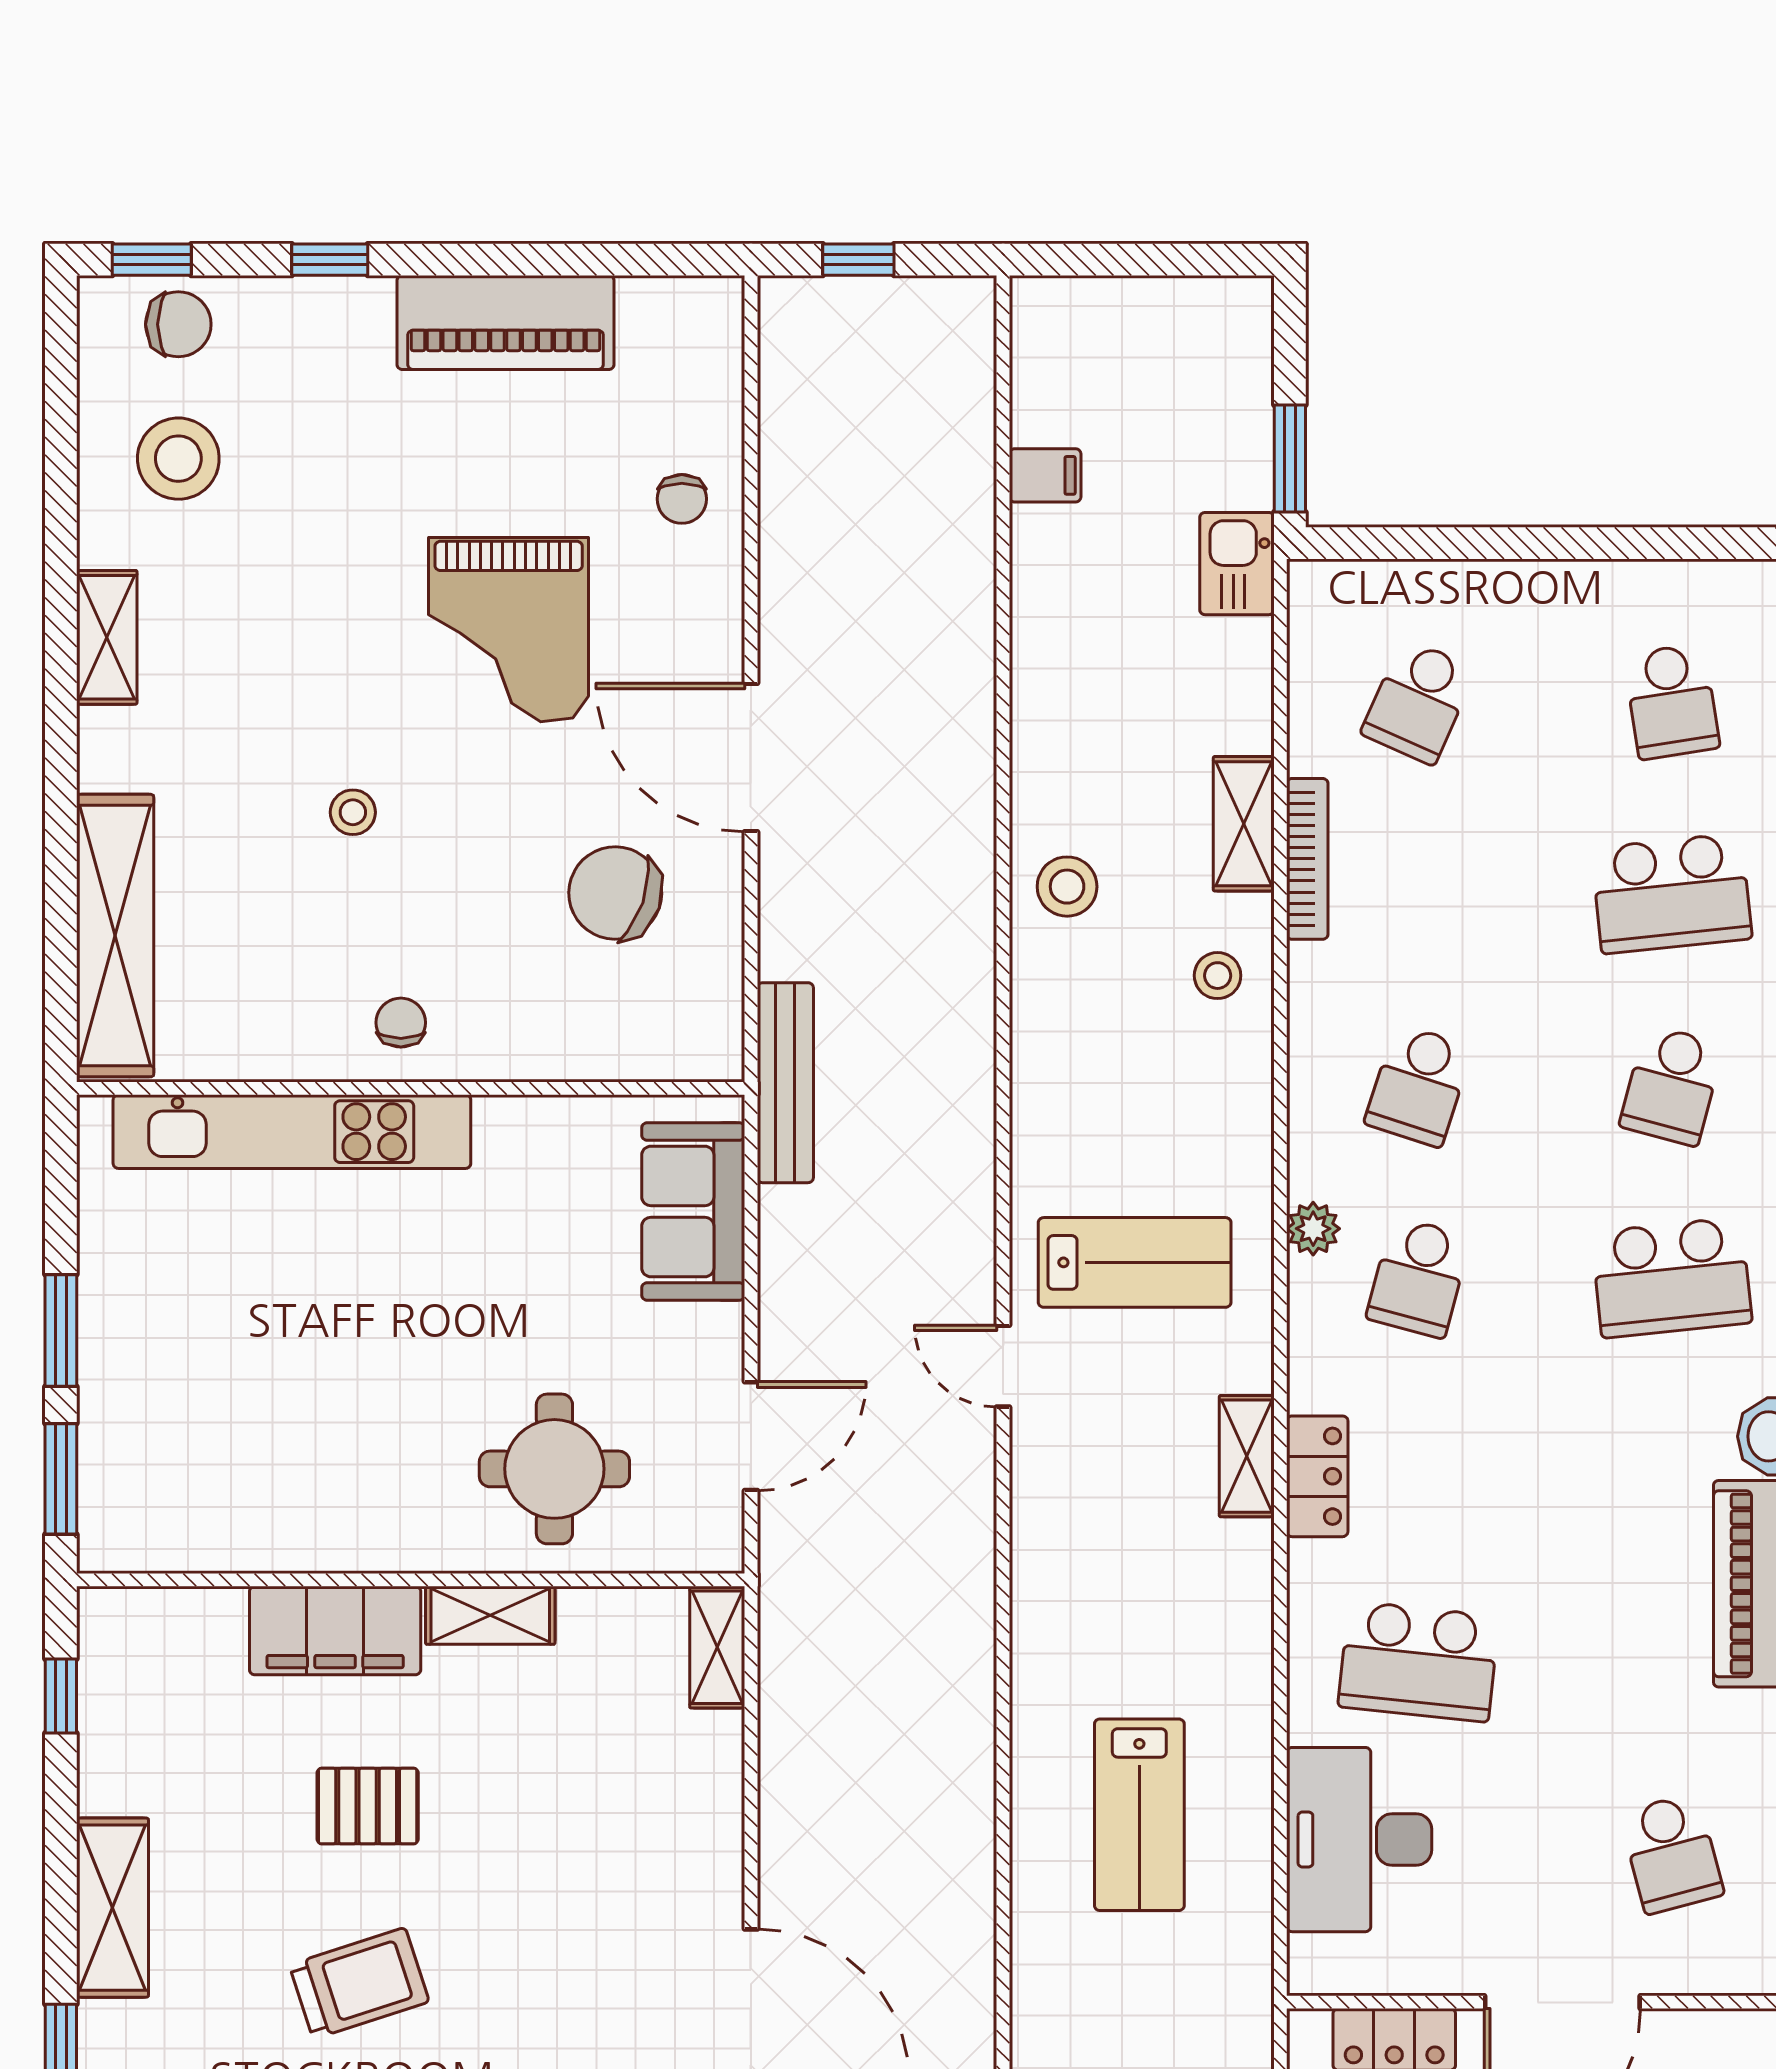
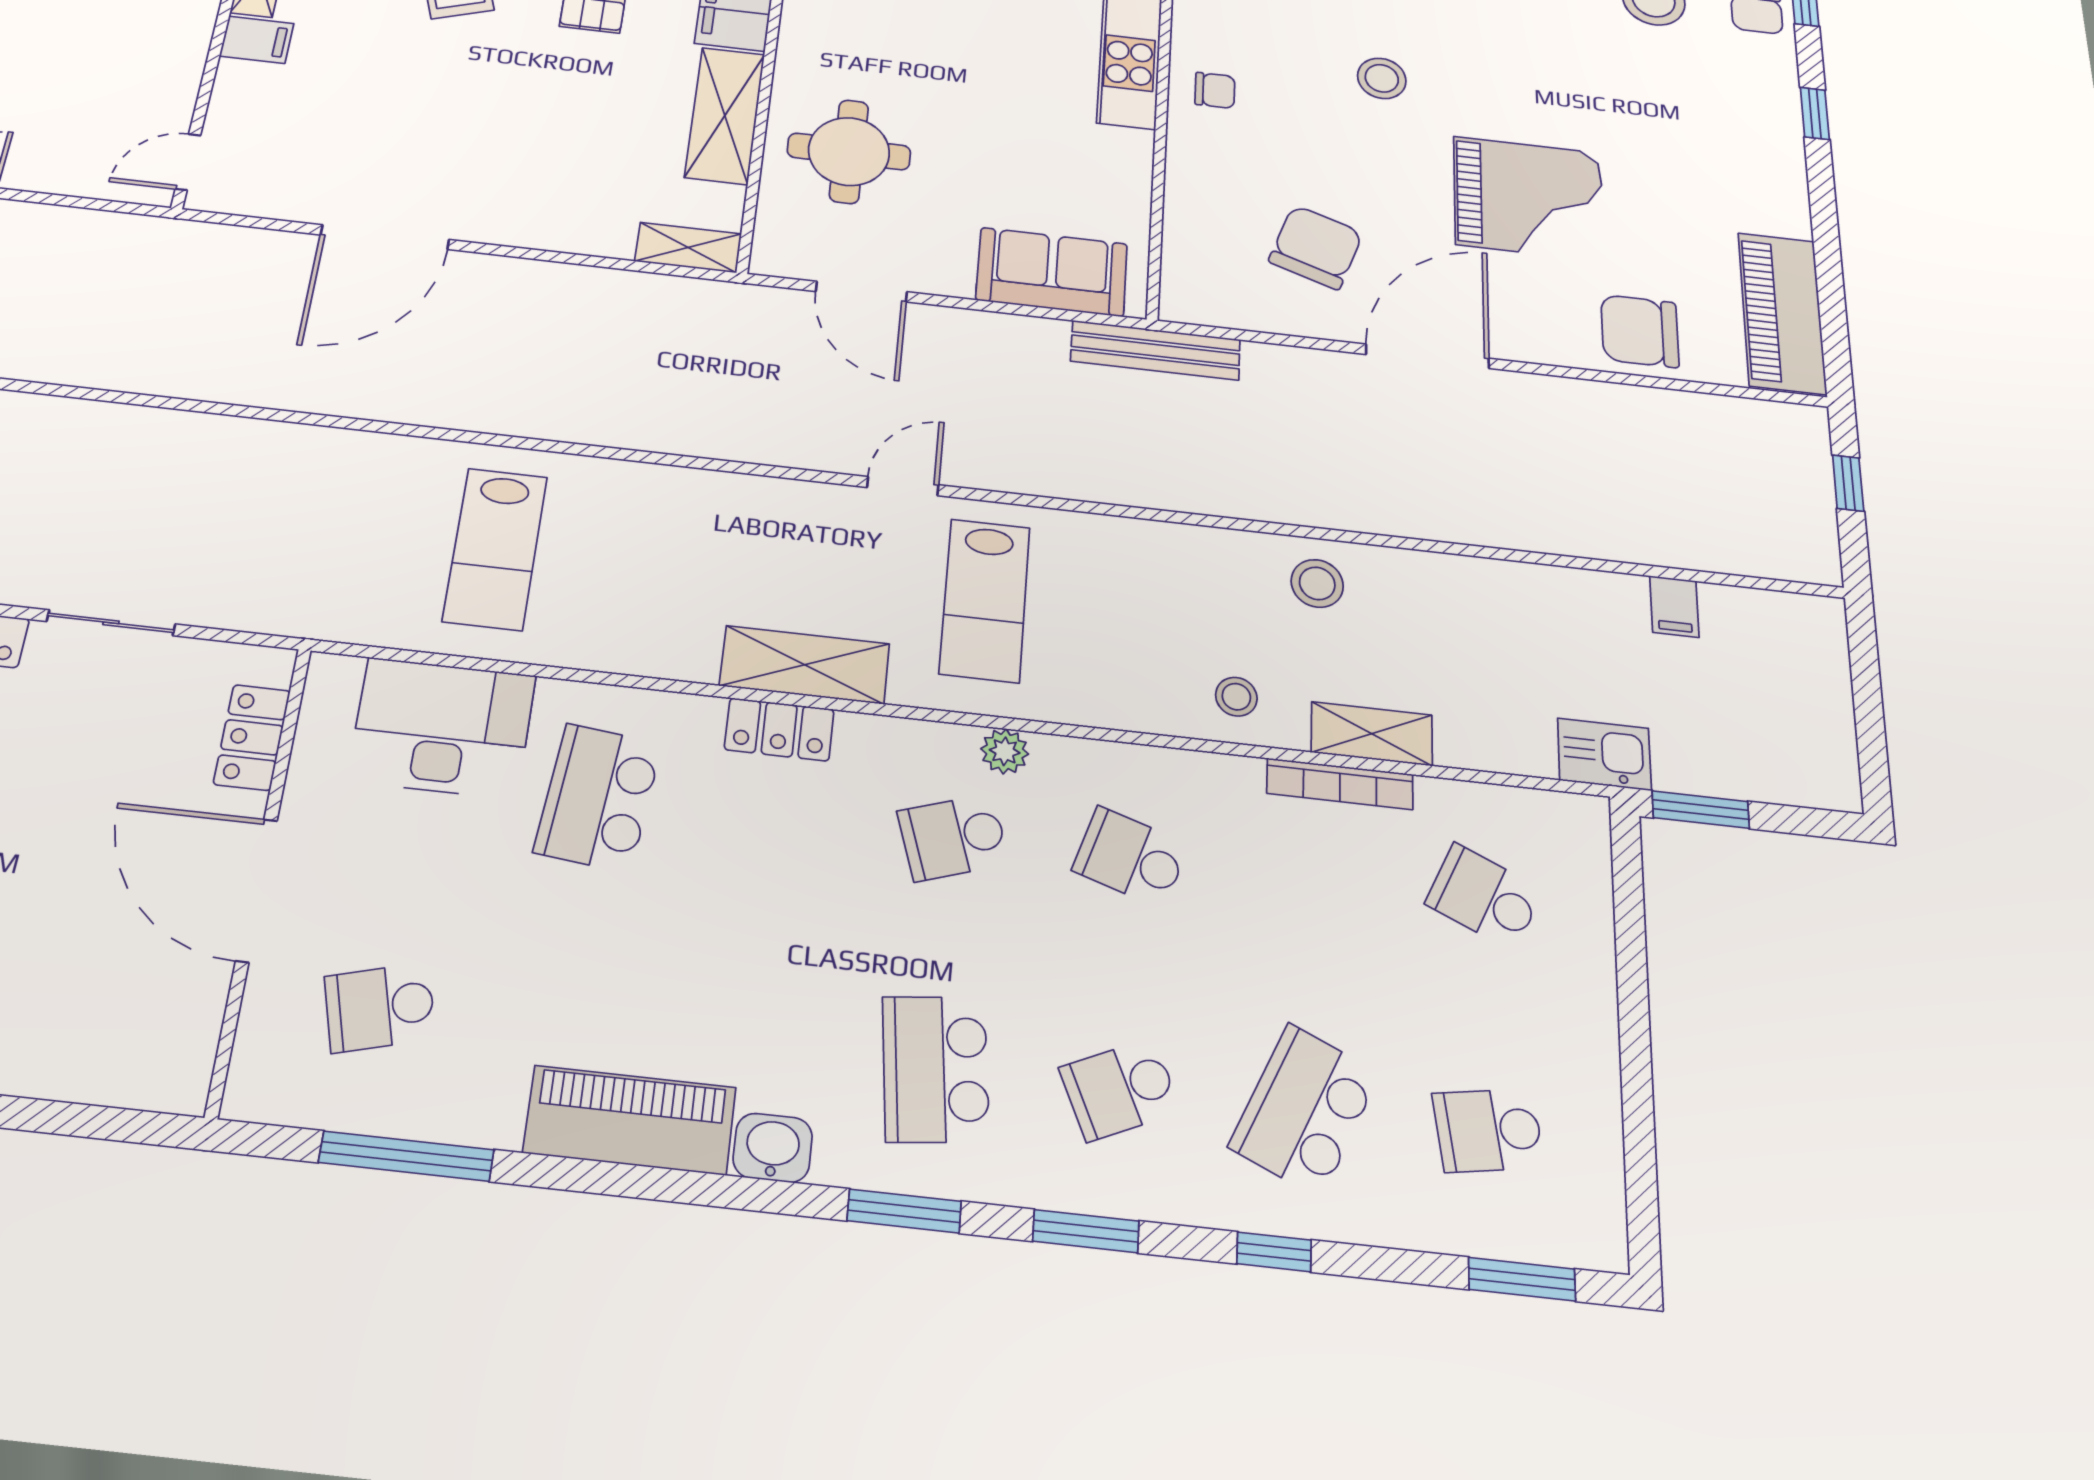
piano: (506, 322) -> (1782, 313), moved
chair: (682, 499) -> (1640, 331), width x1.87, depth x1.87
grand piano: (509, 630) -> (1529, 198), turned 180
stool: (353, 812) -> (1382, 78), width x1.37, depth x1.37
school desk: (1672, 893) -> (1304, 1110), turned 30
school desk: (1672, 1085) -> (1120, 1090), turned -39
school desk: (1418, 1277) -> (953, 837), turned -33
shelving: (1247, 1456) -> (805, 665), width x1.50, depth x1.33
shelving: (490, 1615) -> (725, 115), width x1.50, depth x1.33
lab bench: (1139, 1815) -> (495, 549), turned -90

